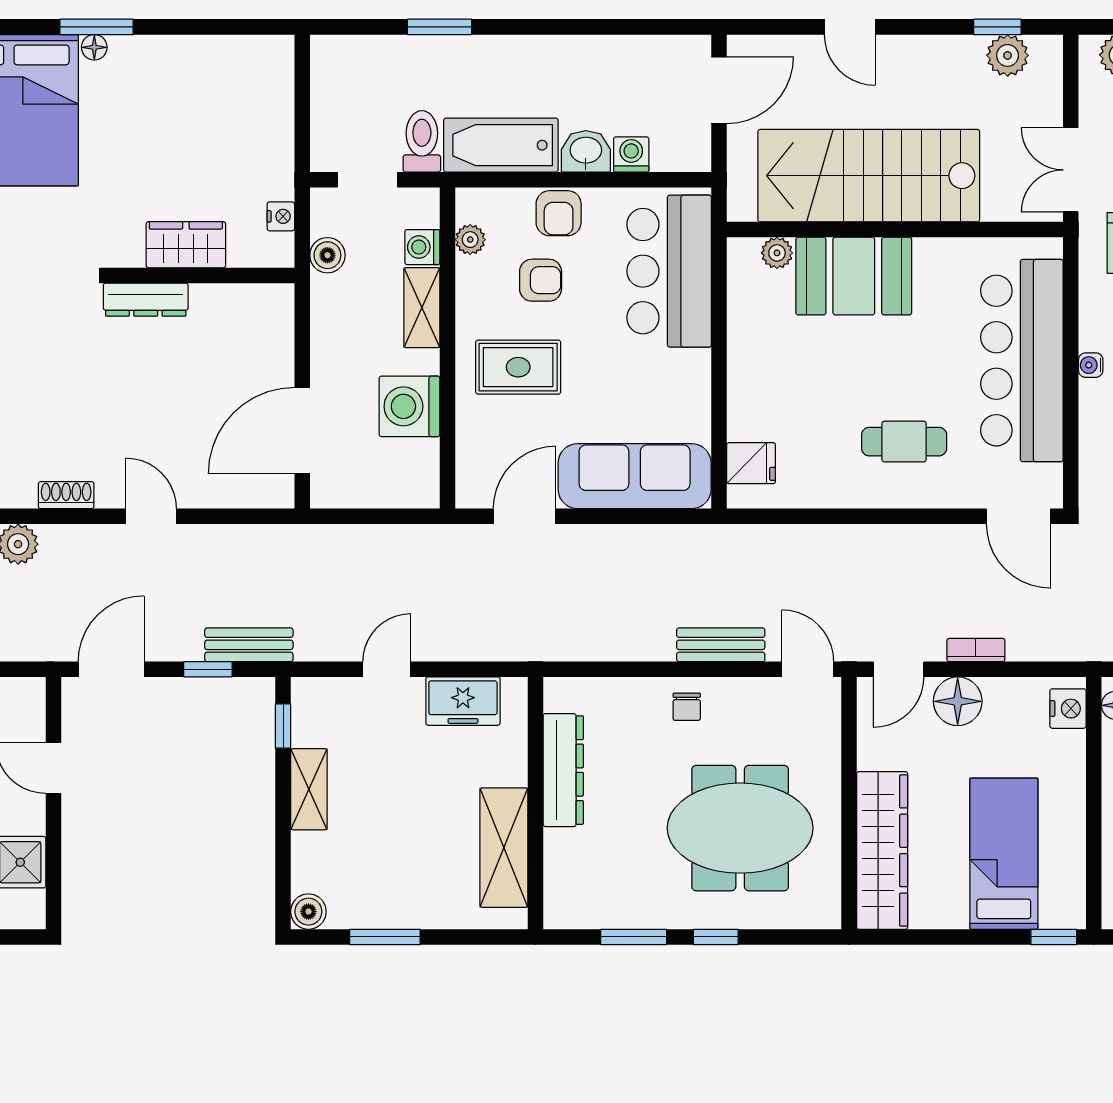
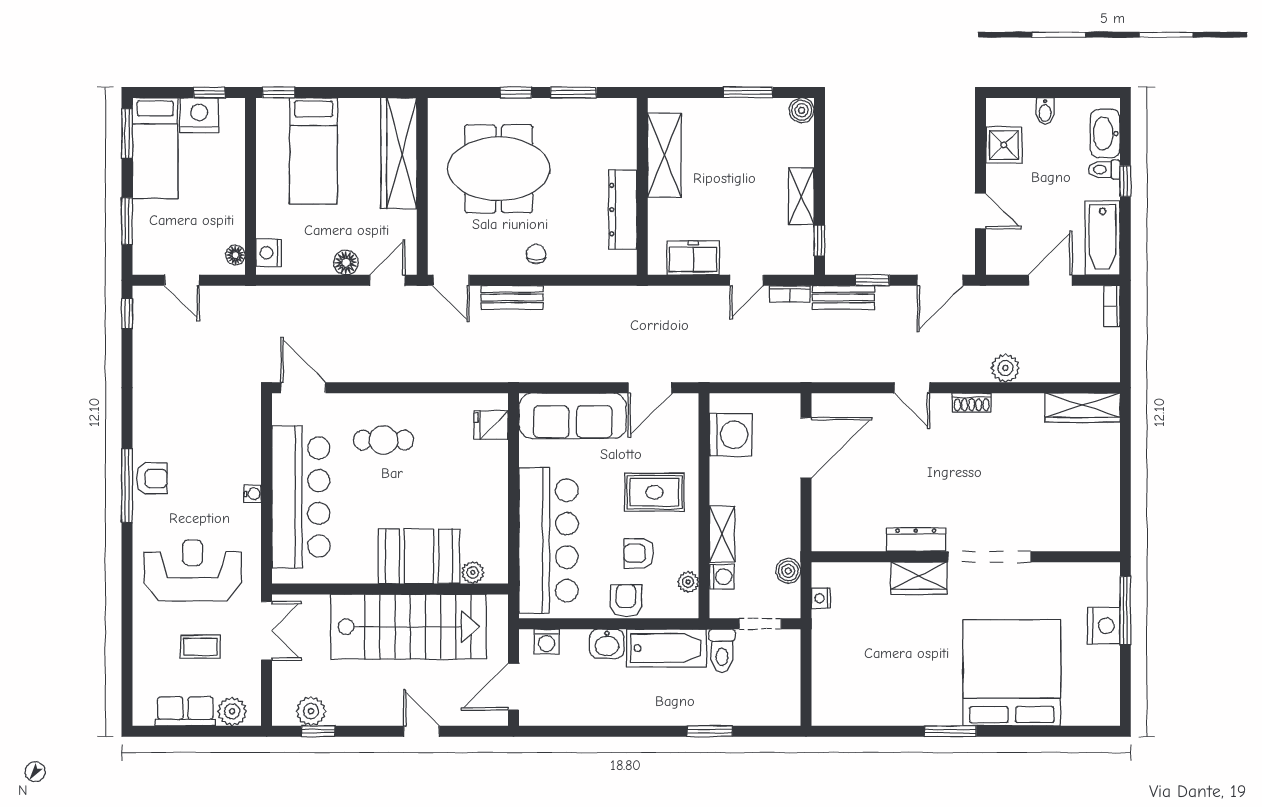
floor lamp: (94, 47) -> (952, 717), removed
washing machine: (631, 155) -> (547, 642), moved
wardrobe: (186, 245) -> (919, 578), moved
bar counter: (669, 271) -> (548, 540), width x1.36
washing machine: (410, 406) -> (731, 435), moved
bookcase: (976, 650) -> (790, 294), moved
floor lamp: (958, 701) -> (346, 263), width x0.73, depth x0.73

